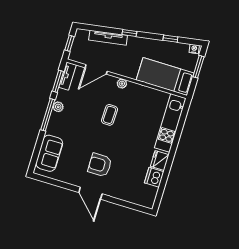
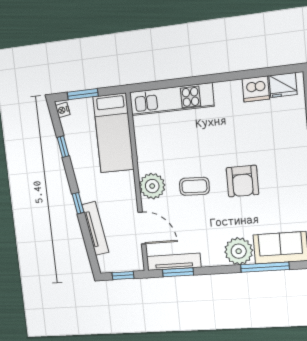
tv unit: (67, 76) -> (174, 262), width x1.41
plant: (122, 84) -> (152, 186), width x1.88, depth x1.88
plant: (58, 107) -> (239, 251), moved, width x1.88, depth x1.88
window: (48, 115) -> (265, 267), moved
fridge: (160, 160) -> (283, 85), moved
armchair: (100, 165) -> (242, 181), moved

